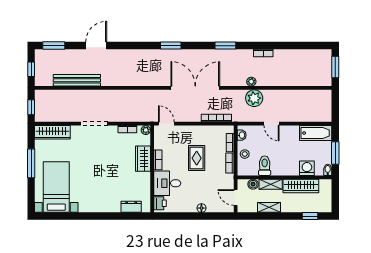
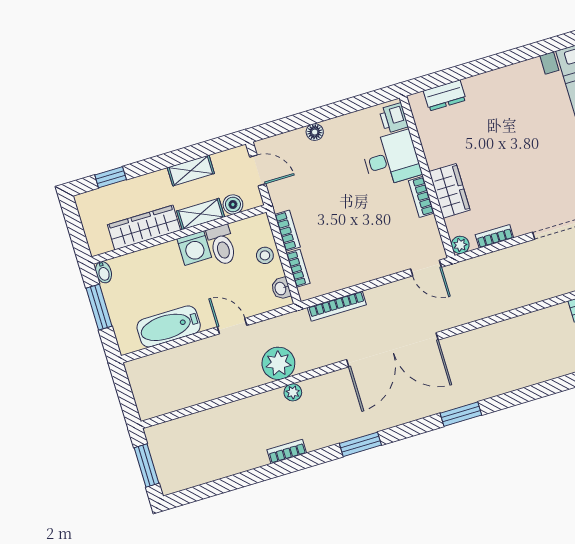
bathtub: (316, 133) -> (169, 326), moved
rug: (197, 158) -> (351, 221), removed
washing machine: (307, 168) -> (194, 248), moved

